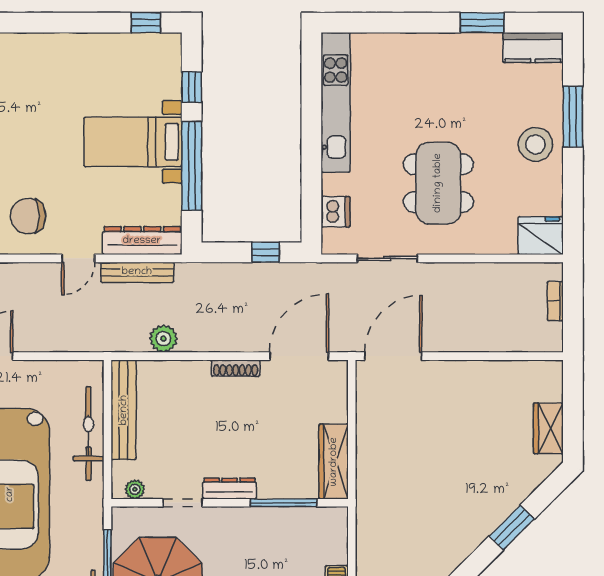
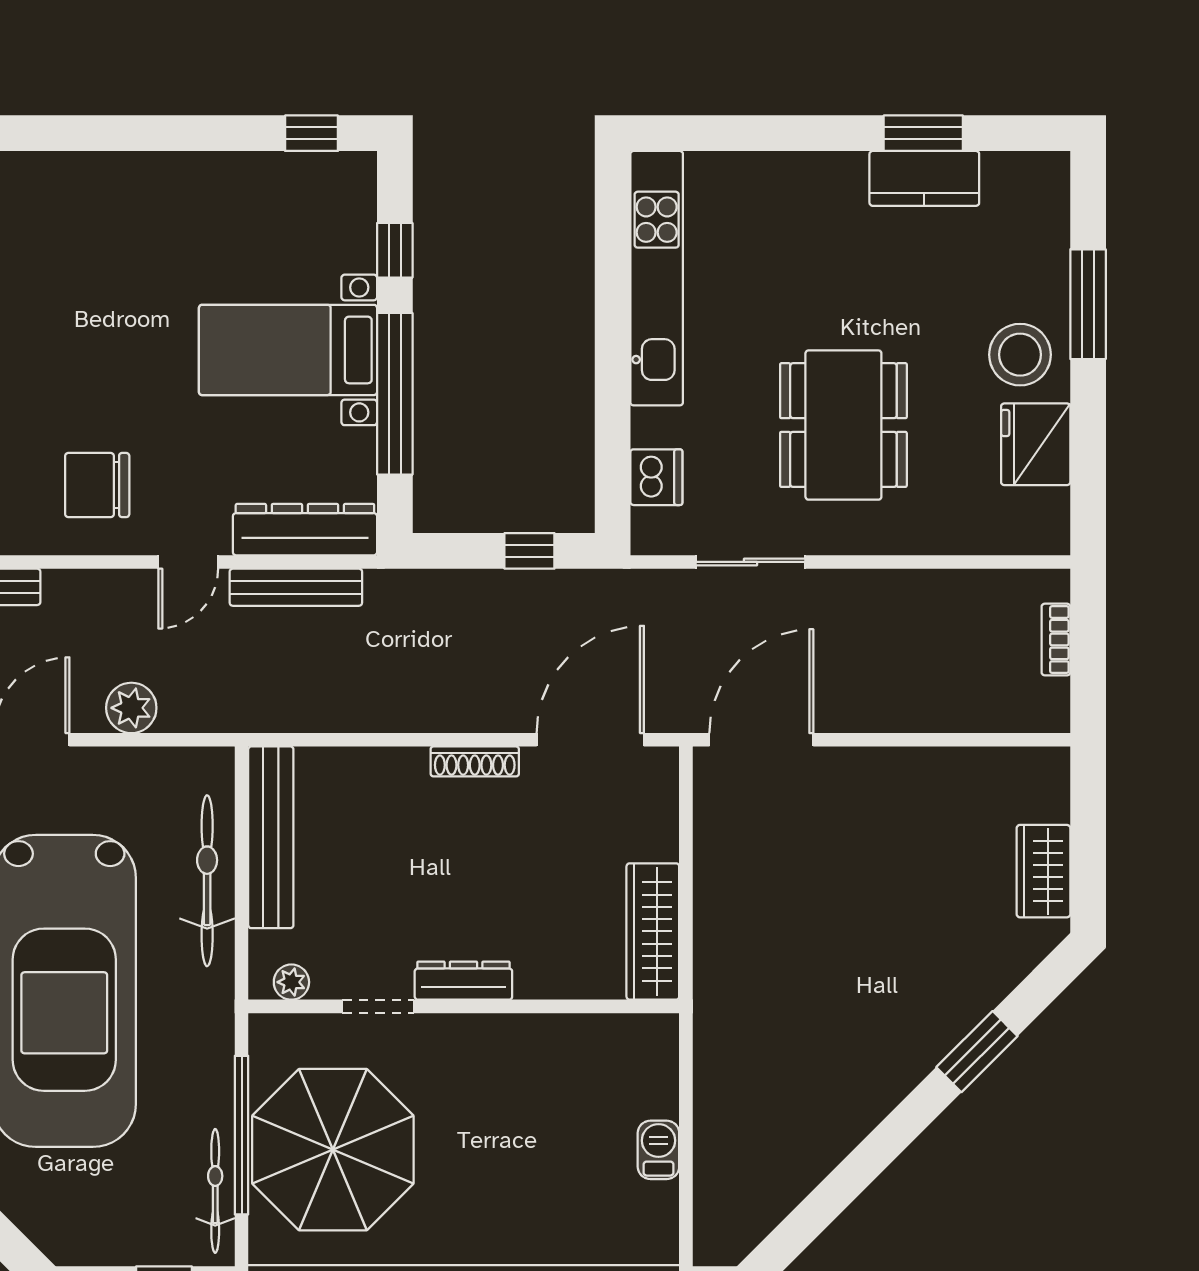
kitchen counter: (533, 48) -> (924, 178), moved
fridge: (541, 236) -> (1036, 444), moved, turned -90
plant: (163, 339) -> (131, 708), moved
window: (284, 503) -> (562, 1006), removed

